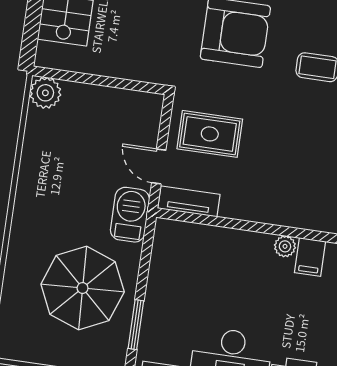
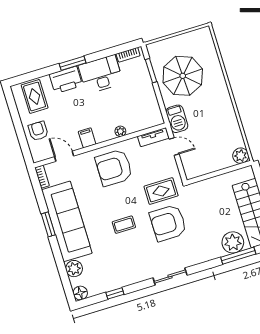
rug: (210, 134) -> (161, 191), moved
armchair: (287, 180) -> (114, 168), added
plant: (285, 246) -> (120, 131), moved

